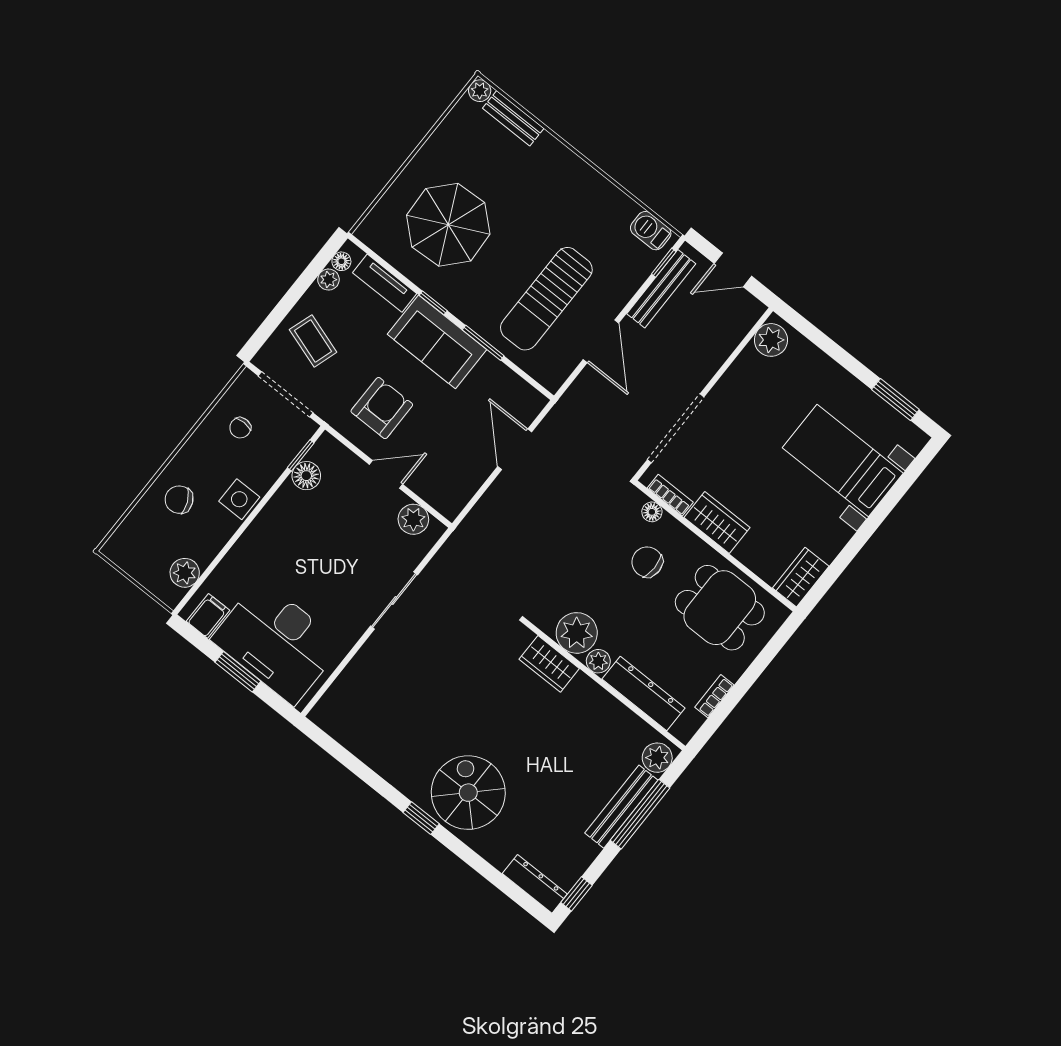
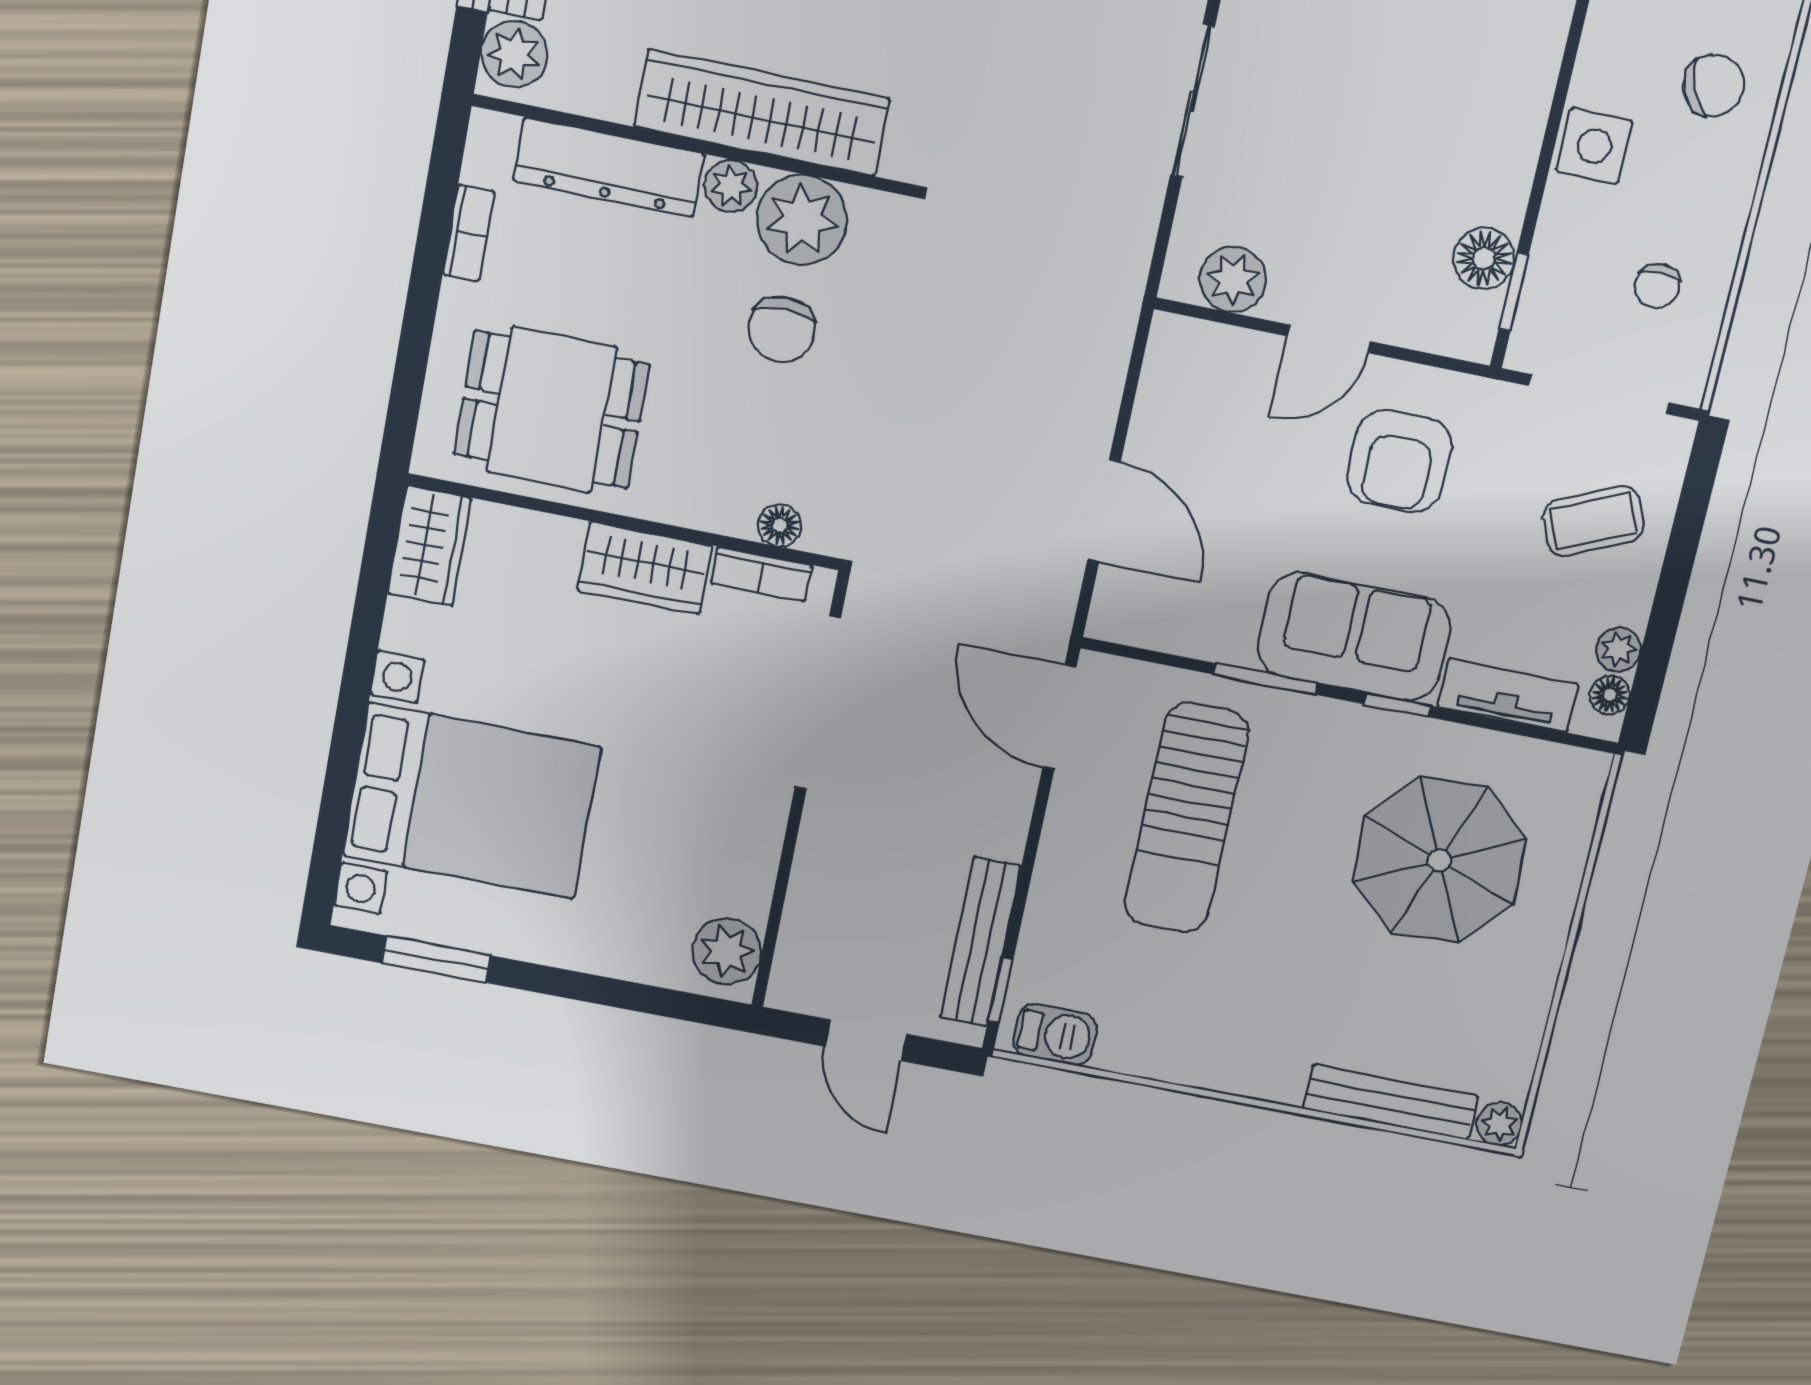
bench: (513, 118) -> (1391, 1102), width x1.36
door: (733, 270) -> (866, 1040), swing flipped
sun lounger: (546, 299) -> (1186, 818), turned 180
coffee table: (313, 341) -> (1593, 521), turned -42
door: (601, 341) -> (1059, 717), moved
chair: (240, 428) -> (1657, 286), turned 180
bed with nightstands: (843, 460) -> (472, 801), width x1.36
chair: (647, 562) -> (782, 329), moved, turned 90
wardrobe: (549, 664) -> (762, 113), width x2.10, depth x1.17

